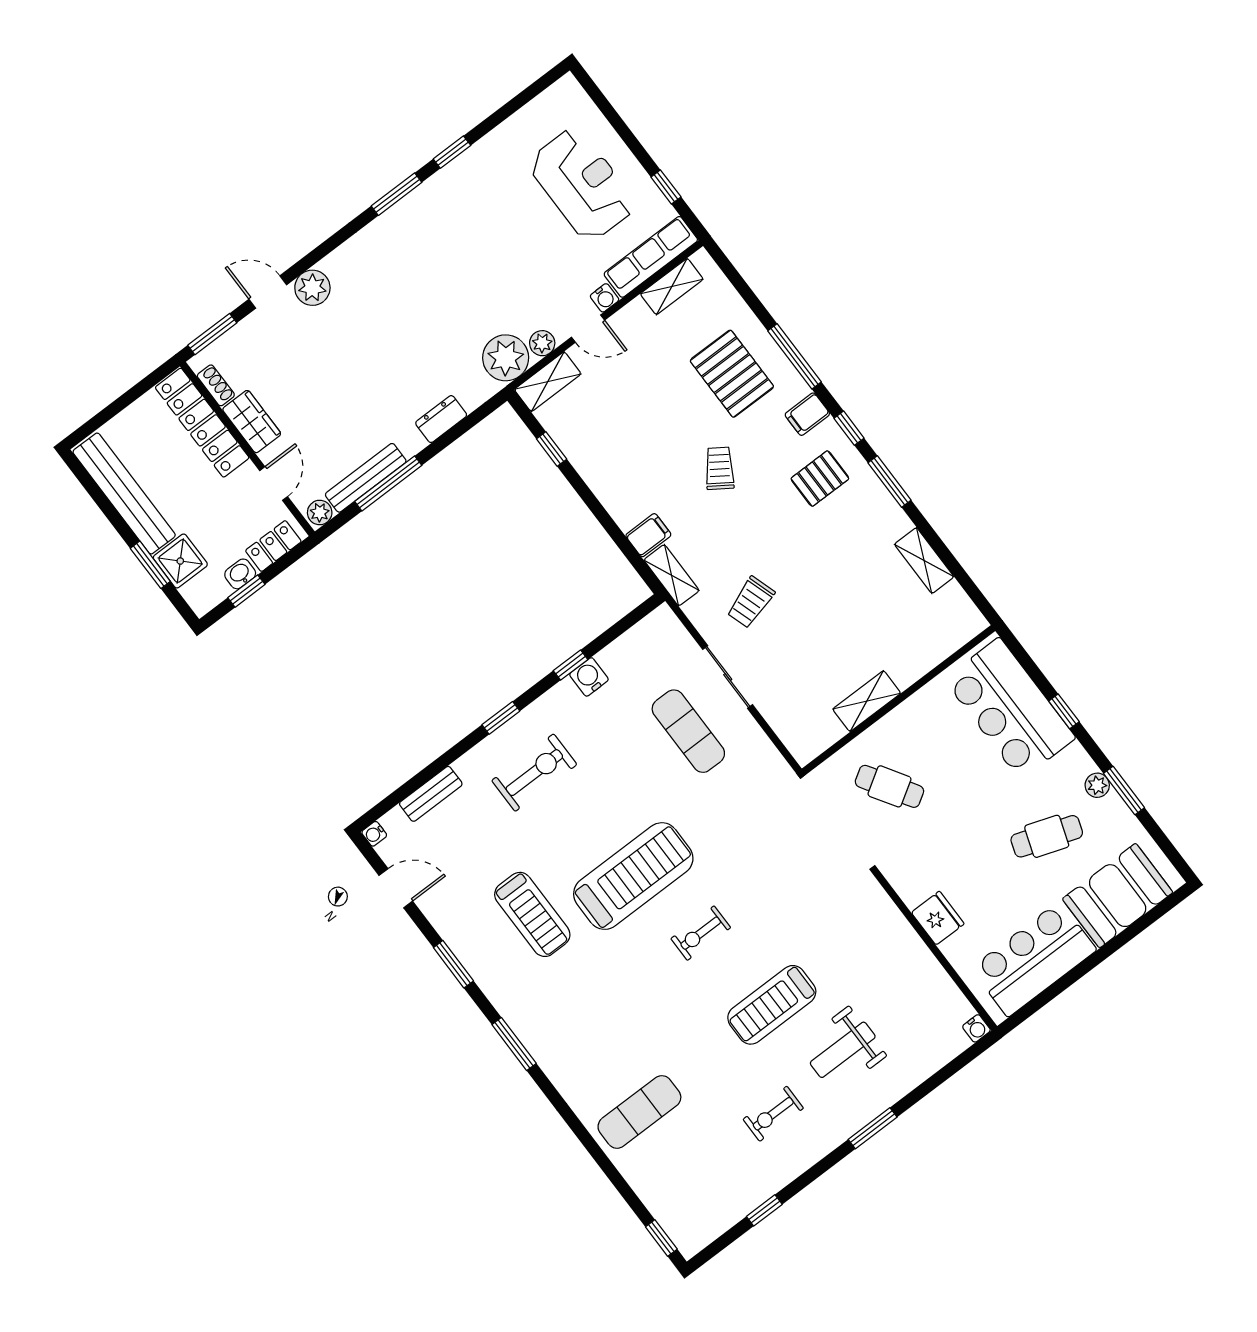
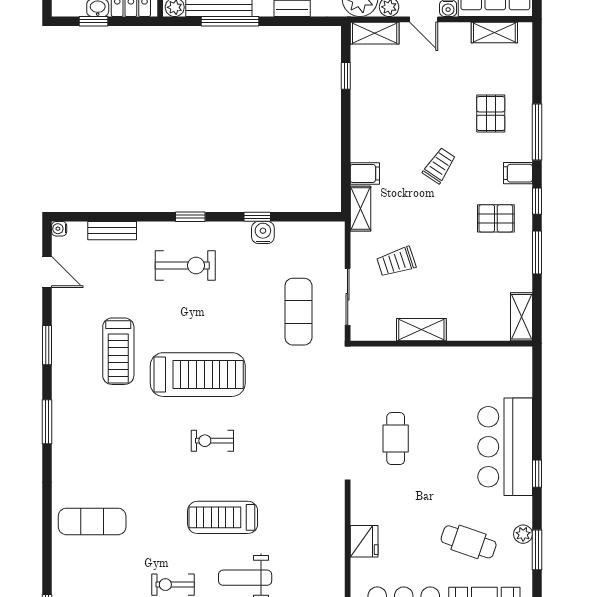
pallet: (732, 374) -> (491, 114), width x0.67, depth x0.71
wall: (899, 700) -> (441, 344), moved
shelving: (867, 701) -> (421, 330), moved
cafe table: (889, 786) -> (396, 439), turned 32

